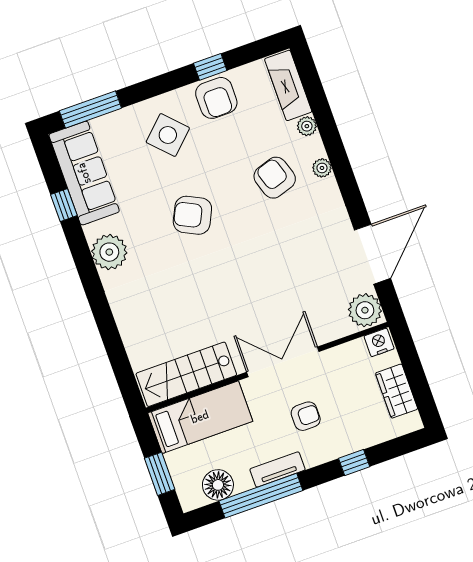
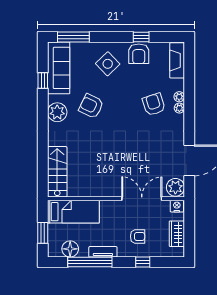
plant: (307, 126) -> (179, 97), moved
armchair: (192, 215) -> (91, 106), moved
double door: (283, 362) -> (142, 199), moved
stairs: (186, 374) -> (57, 172), moved, turned 90
armchair: (306, 416) -> (138, 236), moved

